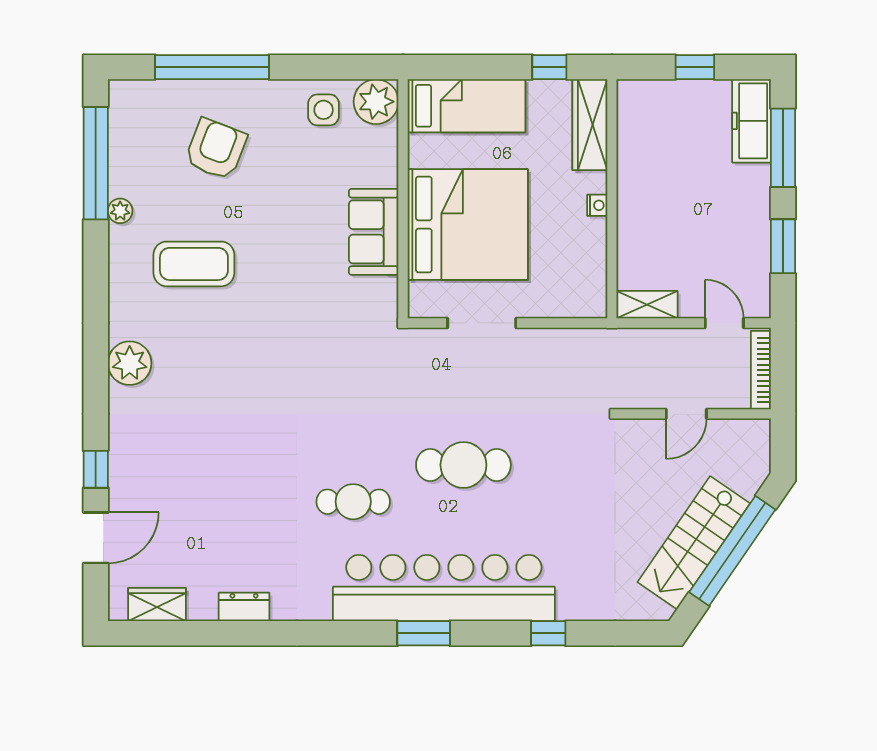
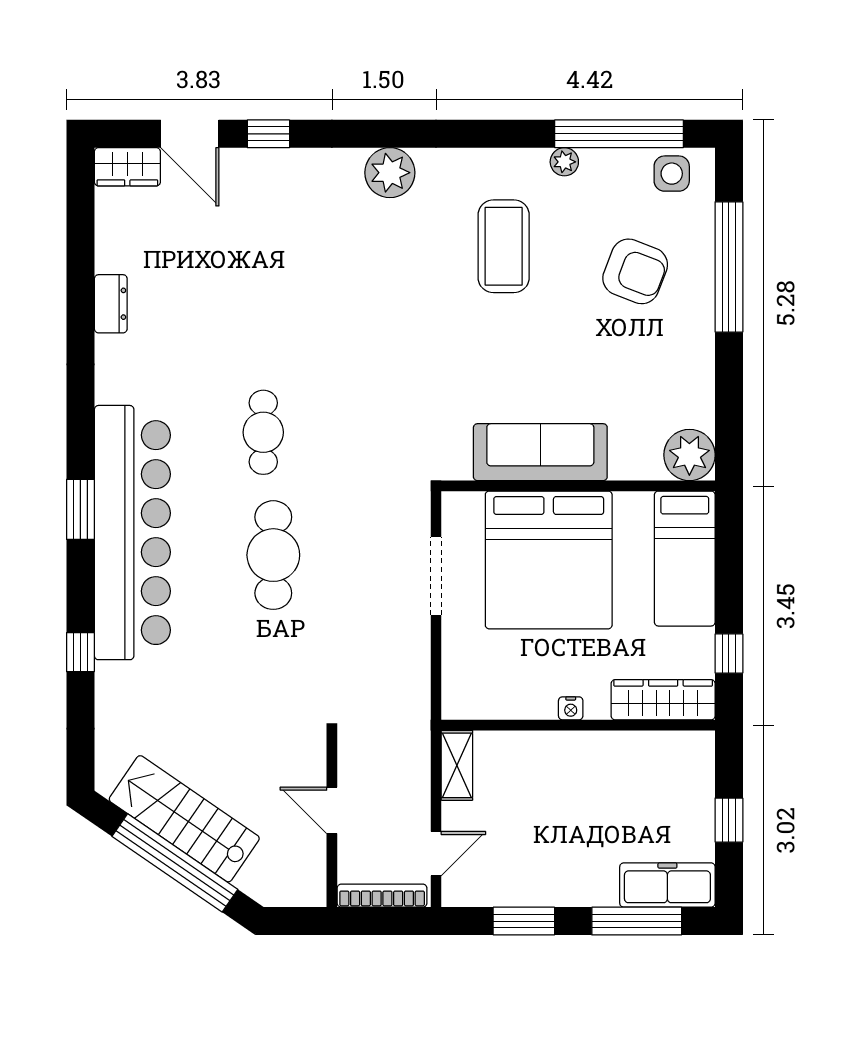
side table: (324, 110) -> (672, 174), moved
sofa: (374, 232) -> (540, 452), width x1.36
cafe table: (353, 502) -> (263, 432), moved
wardrobe: (157, 605) -> (127, 167), moved, turned 90

